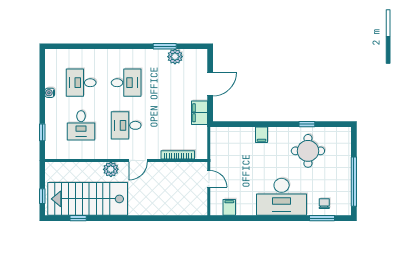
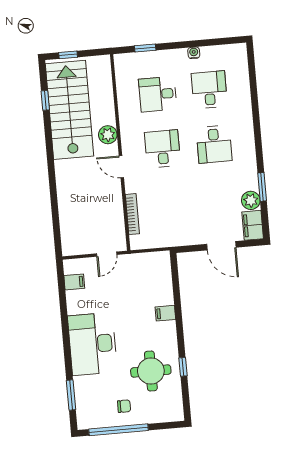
filing cabinet: (200, 113) -> (253, 225), moved, turned -90
chair: (324, 204) -> (124, 406), moved

